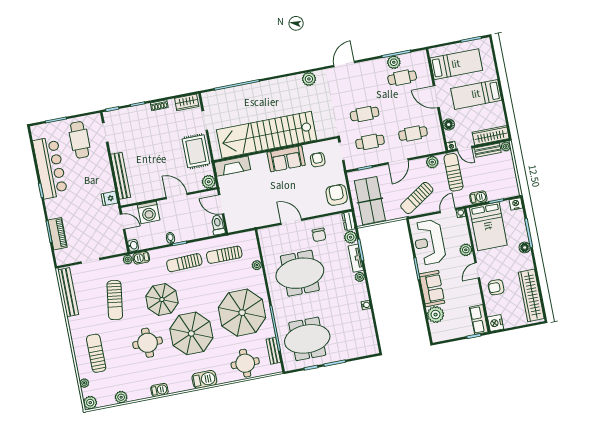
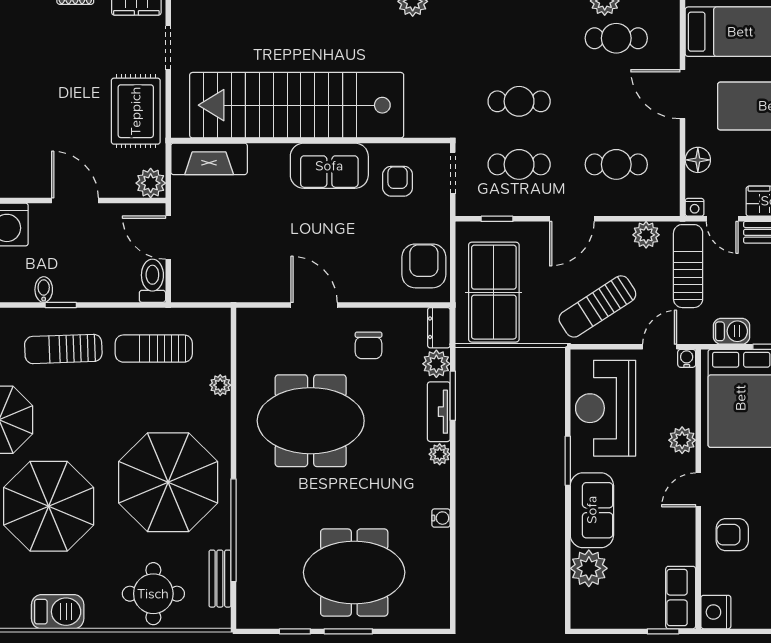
meeting table: (307, 339) -> (354, 572), moved

